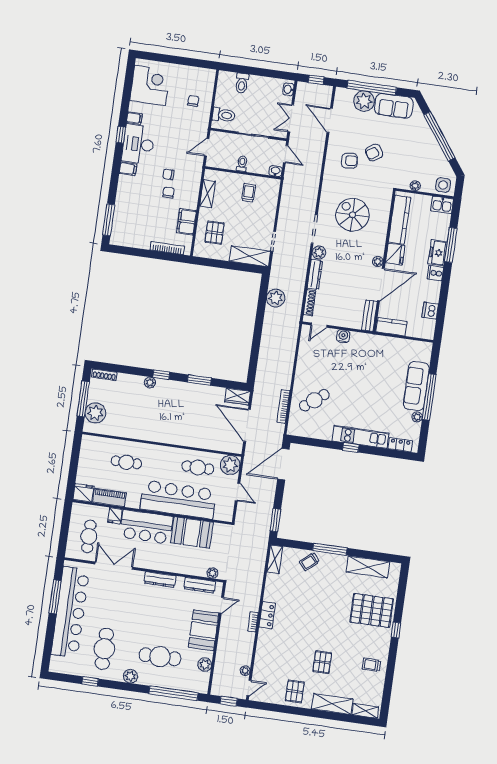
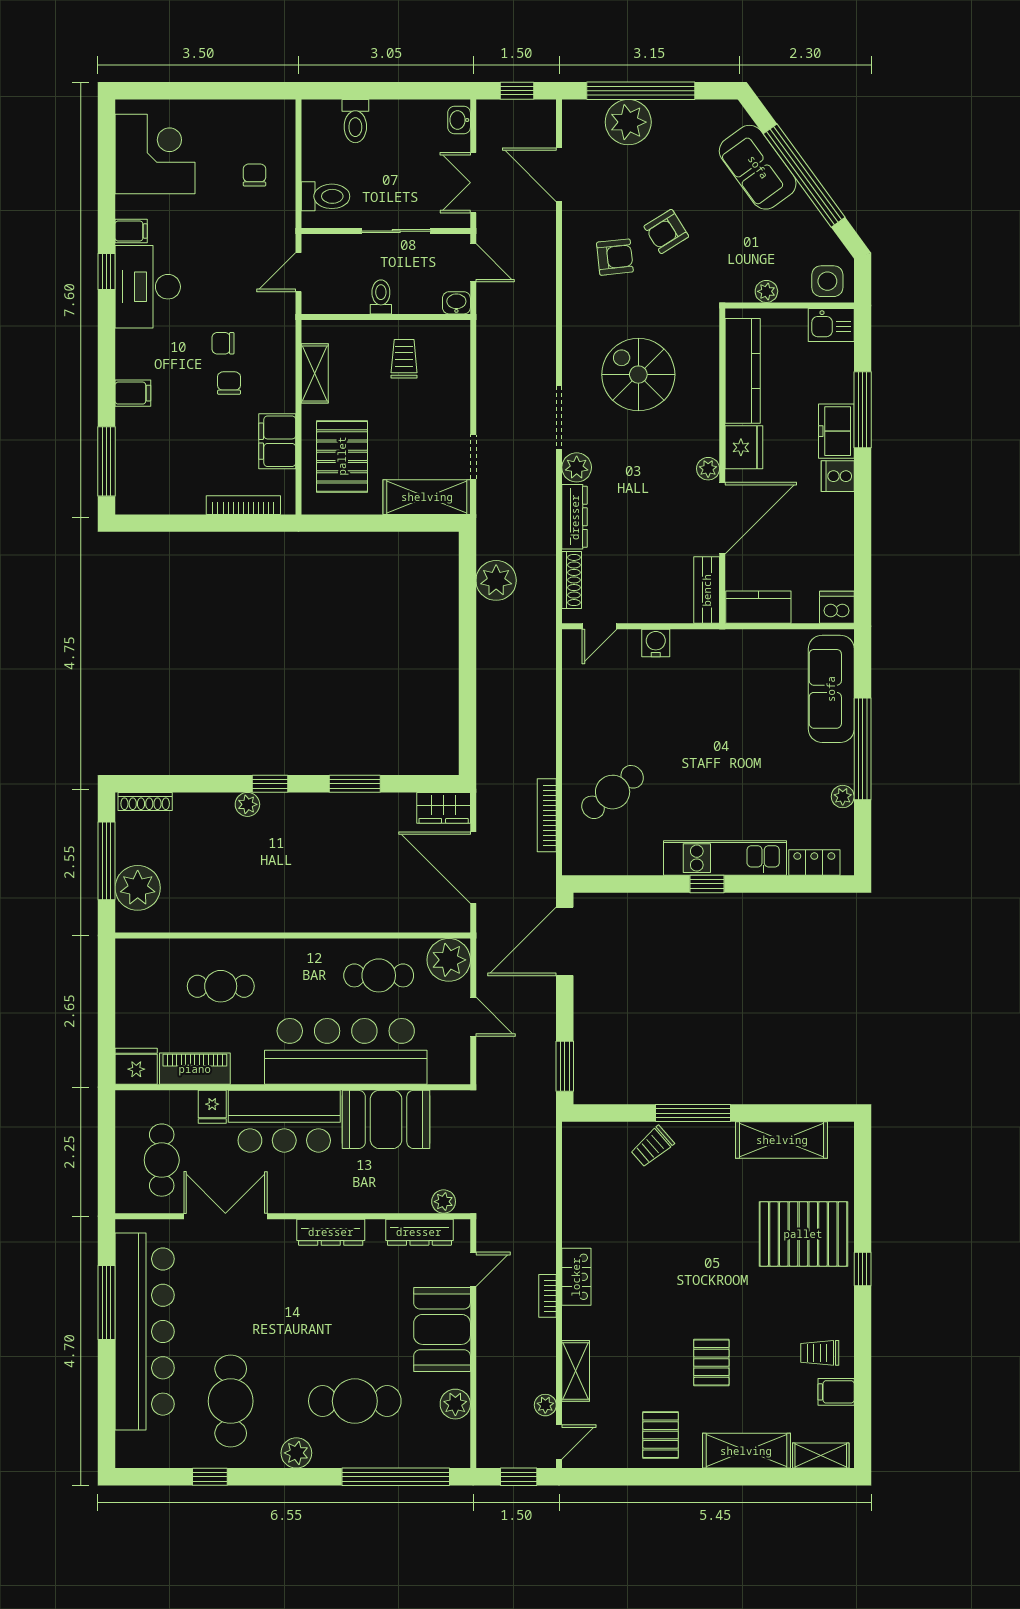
sofa: (394, 106) -> (758, 167), moved, turned 54
filing cabinet: (128, 169) -> (133, 393), moved
pallet: (215, 233) -> (342, 456), width x1.50, depth x1.42
dishwasher: (430, 311) -> (837, 607), moved, turned 90
sofa: (416, 386) -> (831, 689), moved
shelving: (275, 559) -> (576, 1371), moved
filing cabinet: (376, 683) -> (836, 1392), added

